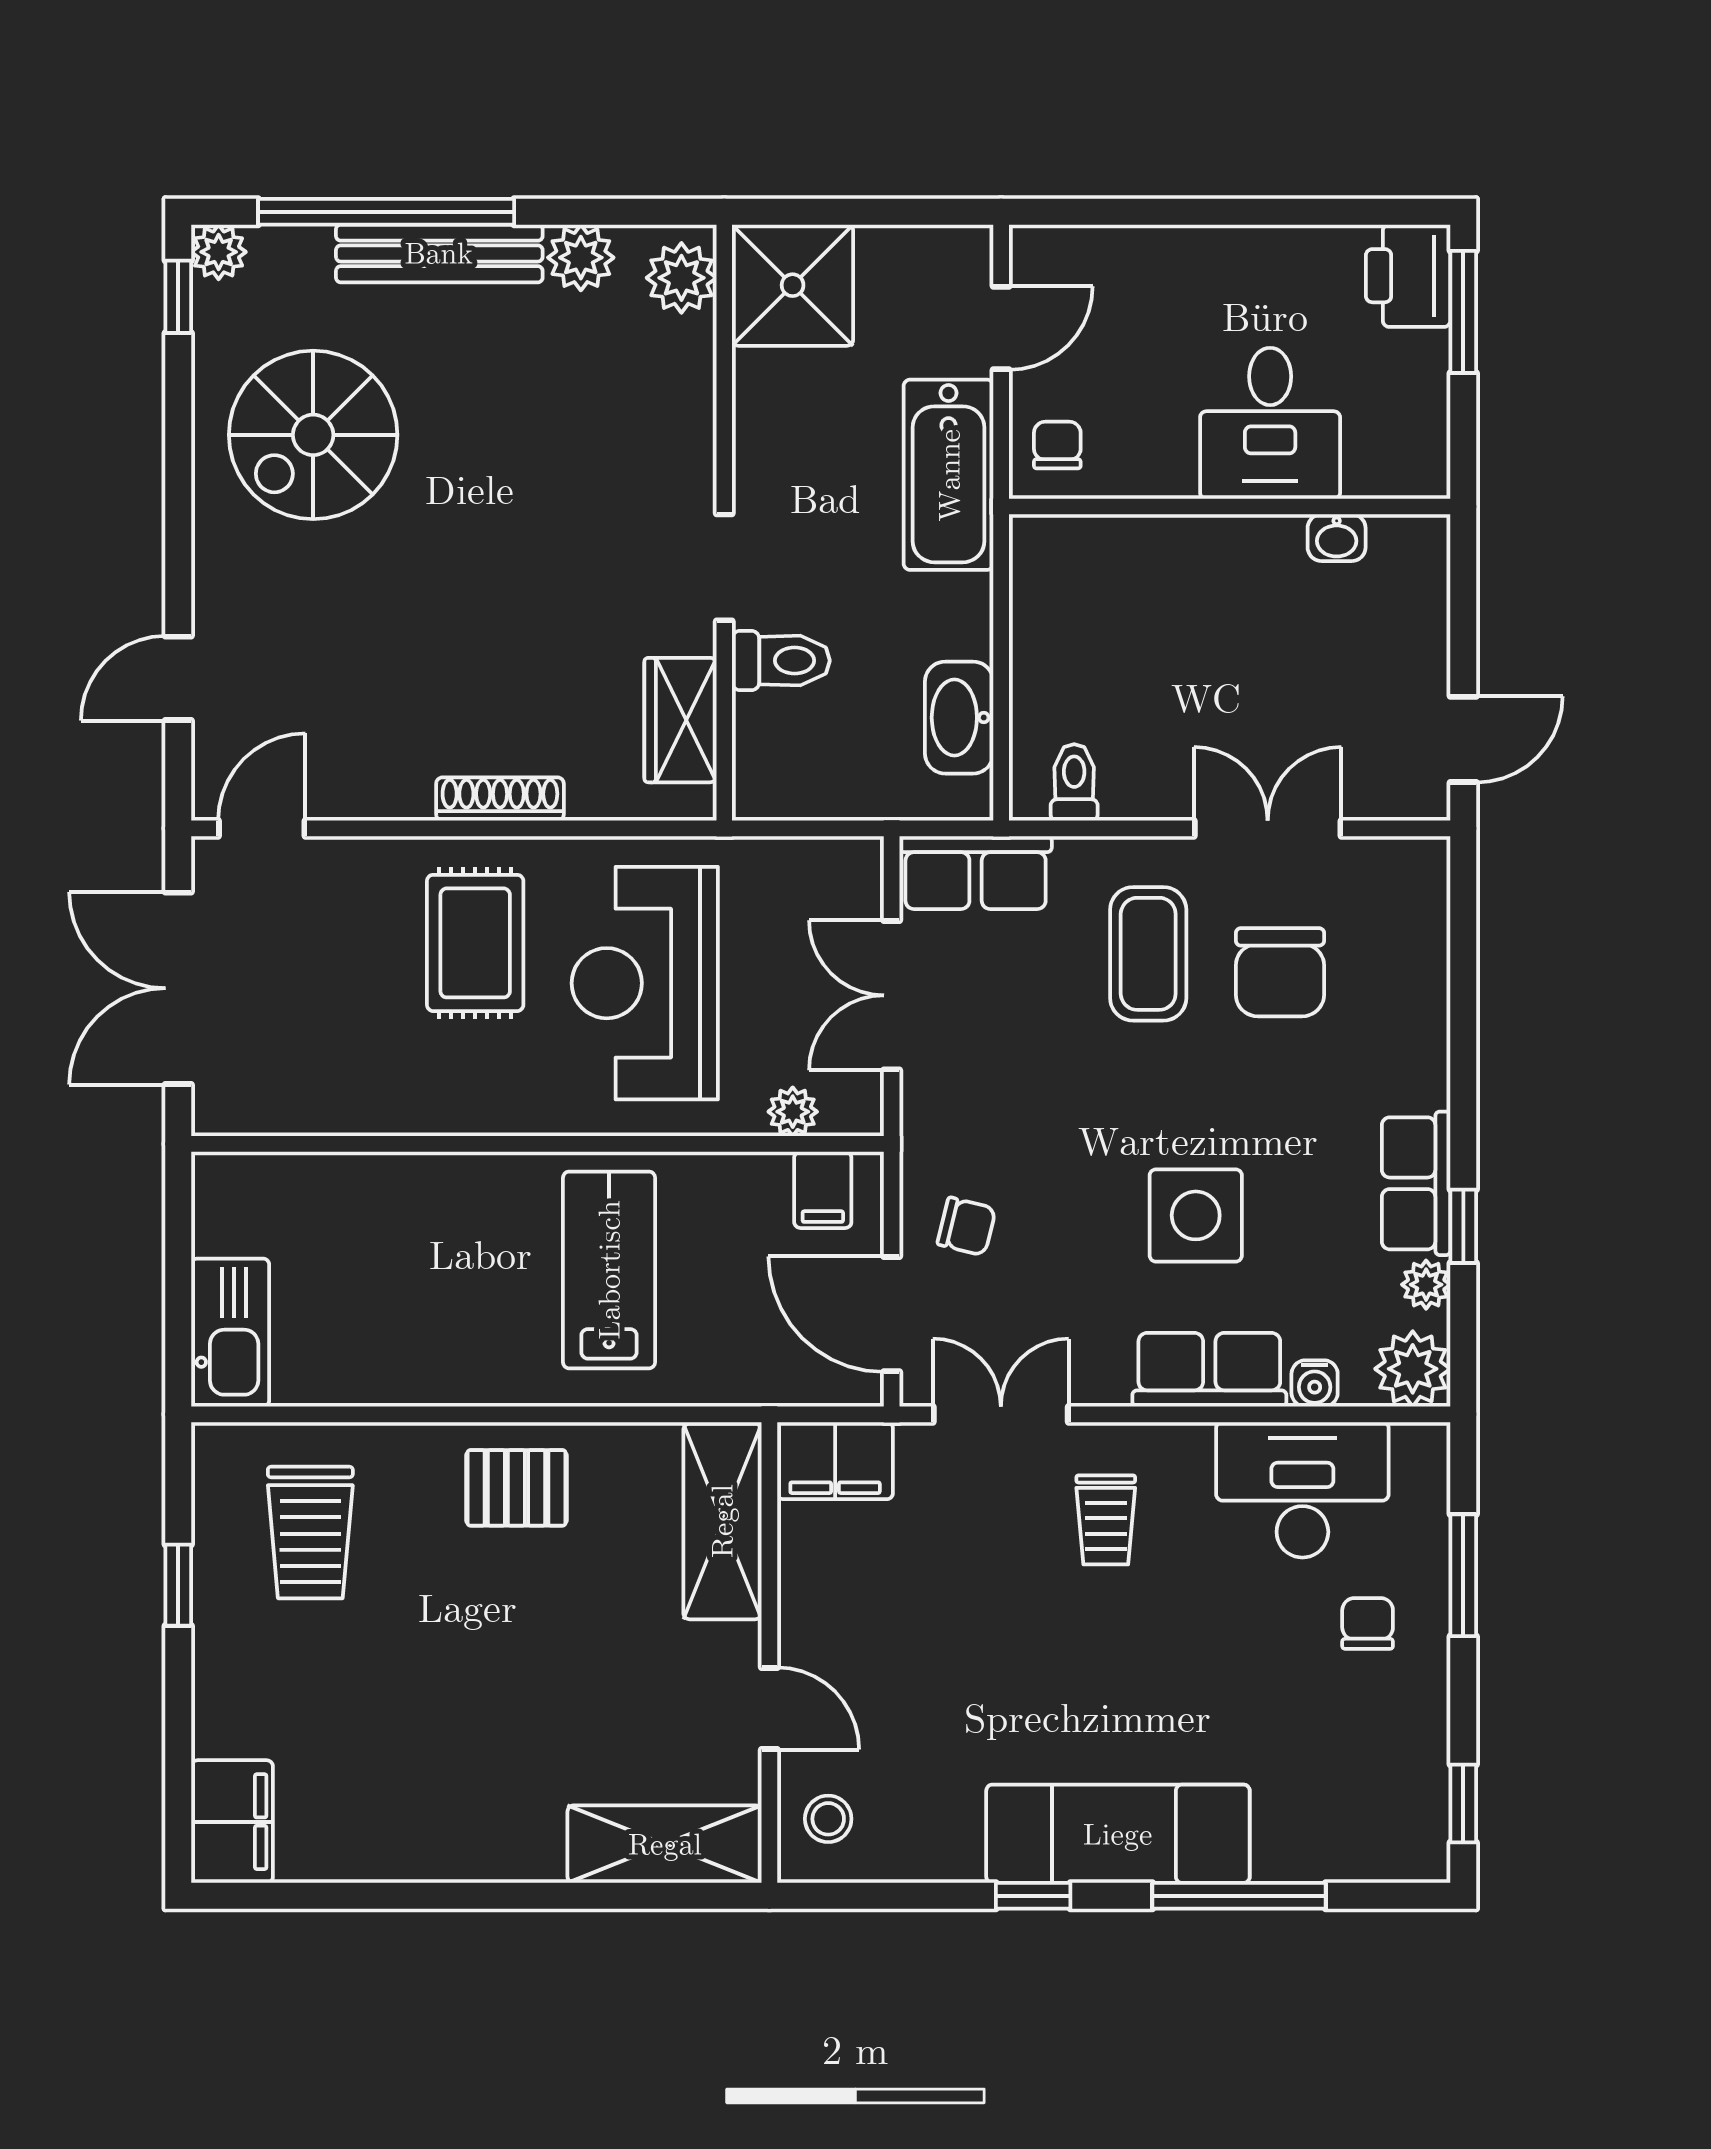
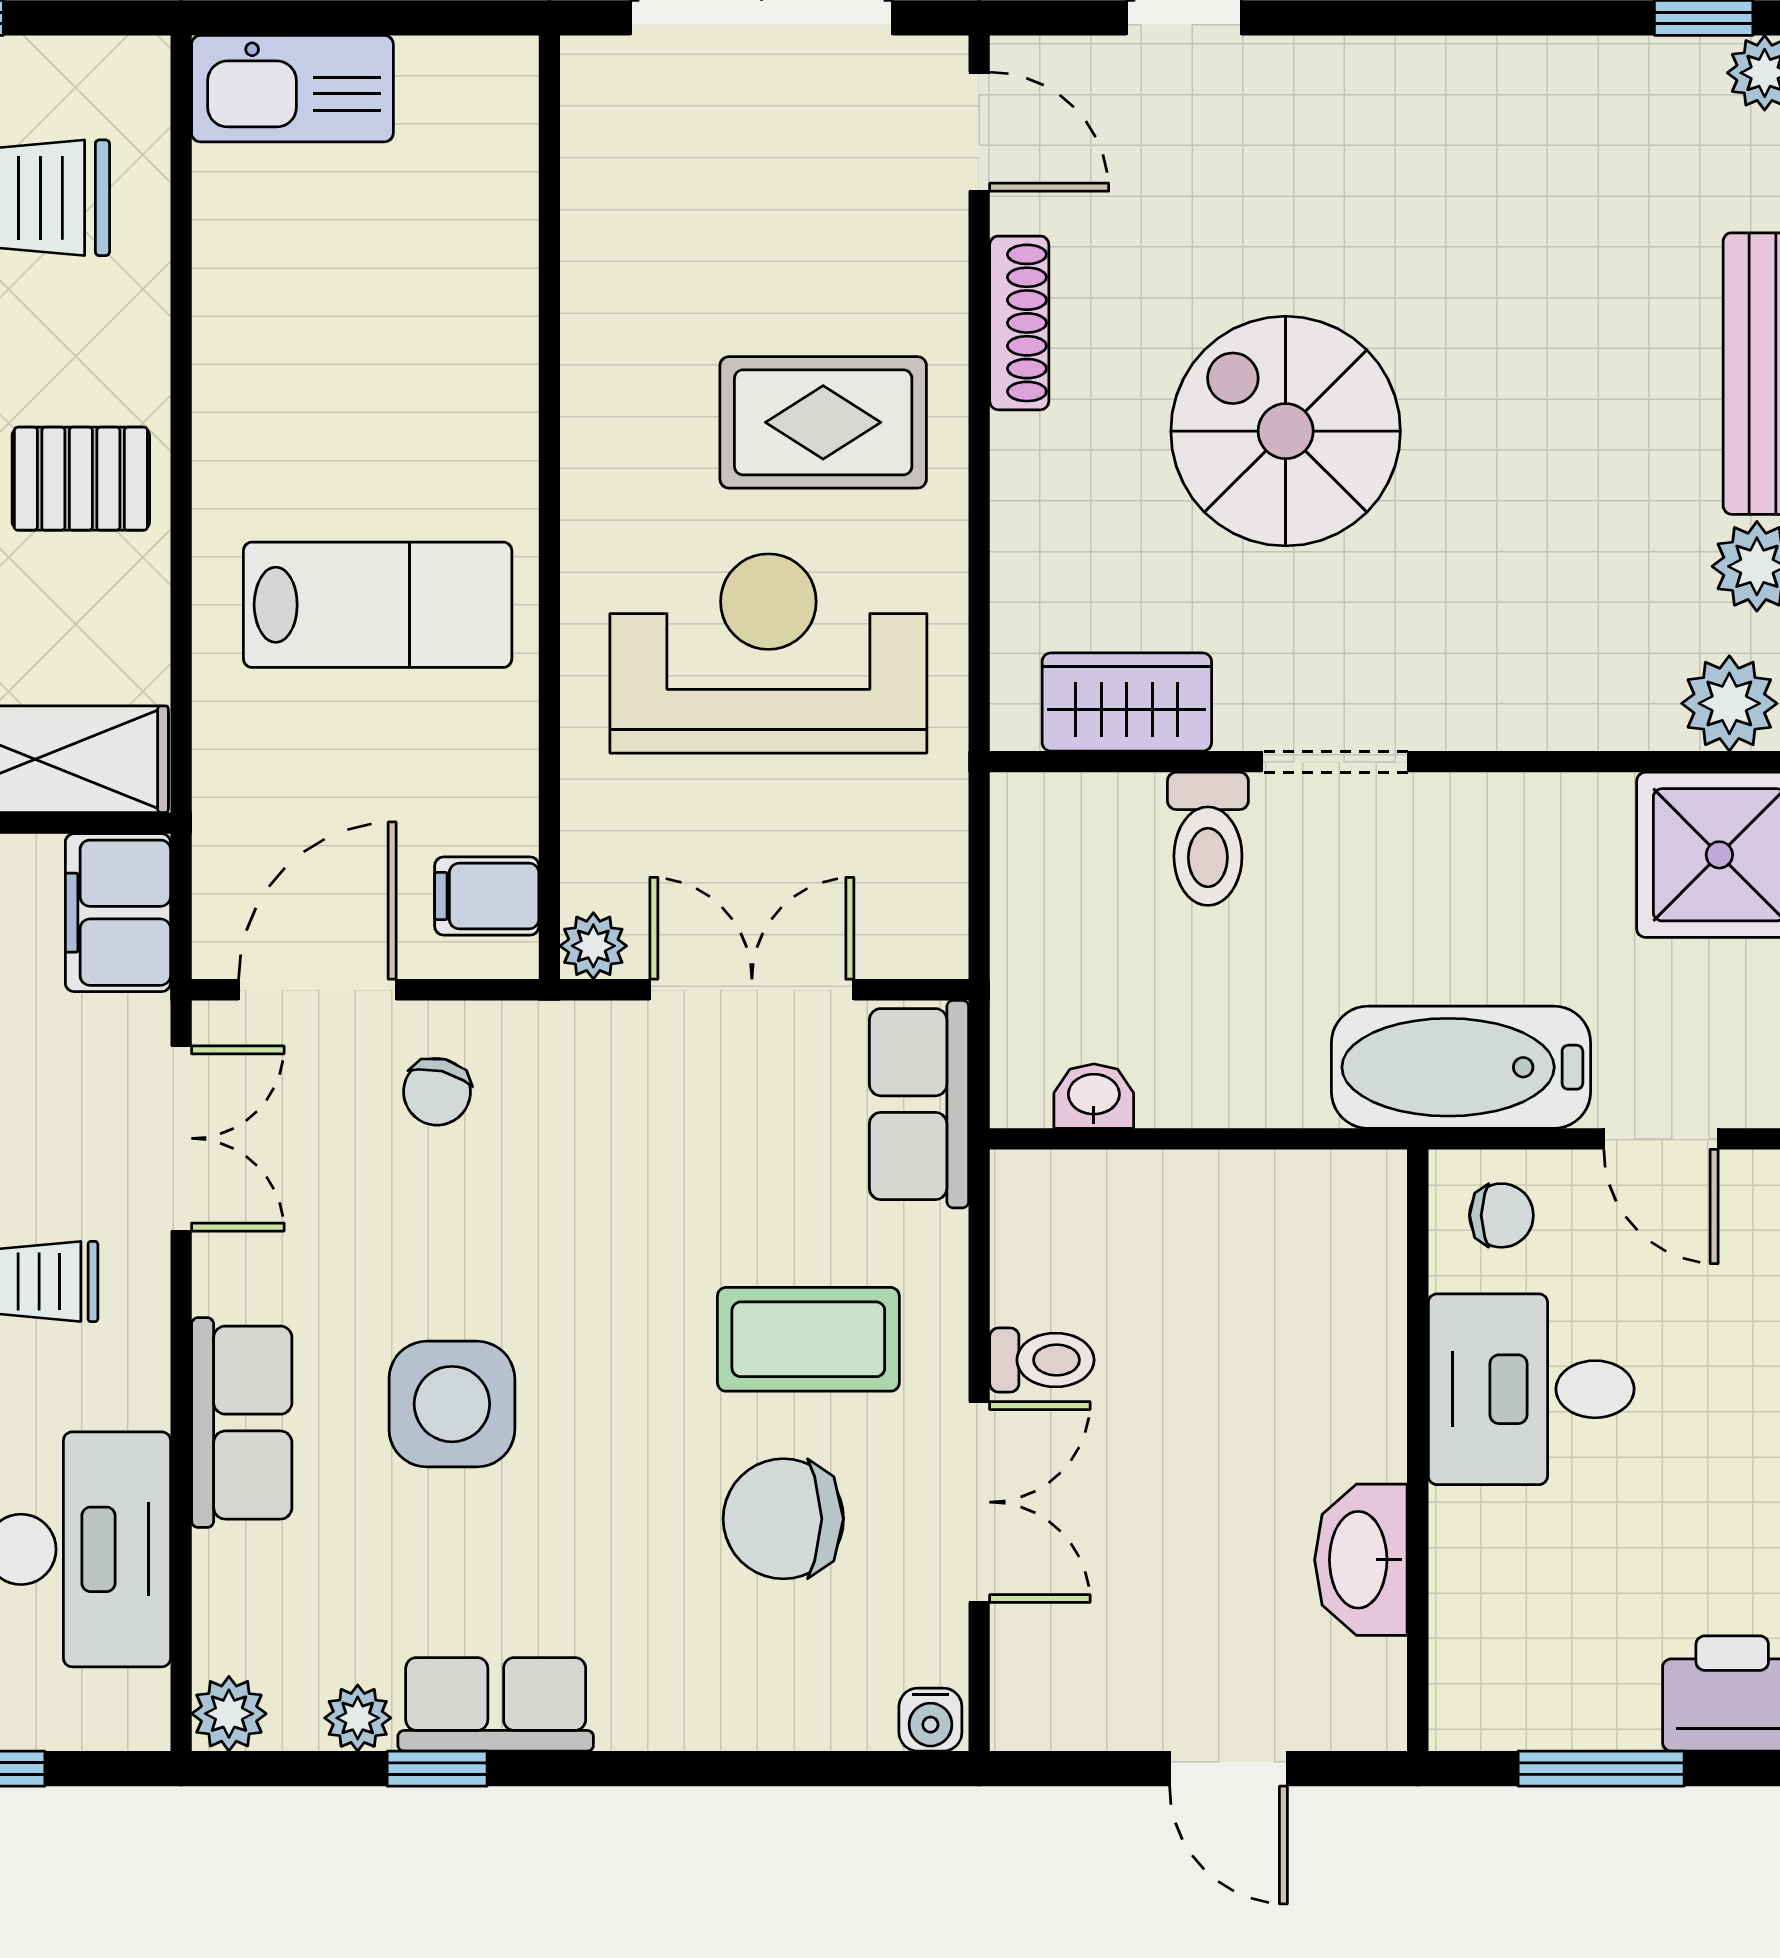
window: (1463, 312) -> (1601, 1769), moved
desk: (1270, 423) -> (1531, 1389), moved
spiral stairs: (313, 435) -> (1286, 431), moved
washbasin: (1337, 538) -> (1361, 1560), width x1.91, depth x1.45
washbasin: (959, 718) -> (1094, 1096), width x0.52, depth x0.69
door: (1463, 739) -> (1228, 1769), moved
toilet: (1074, 782) -> (1042, 1360), moved
shoe rack: (500, 799) -> (1019, 323), moved
plant: (793, 1112) -> (593, 946), moved
plant: (1413, 1369) -> (229, 1714), width x0.73, depth x0.73
water cooler: (1315, 1383) -> (930, 1720), moved, turned -90
pallet: (516, 1488) -> (81, 479), turned 90

